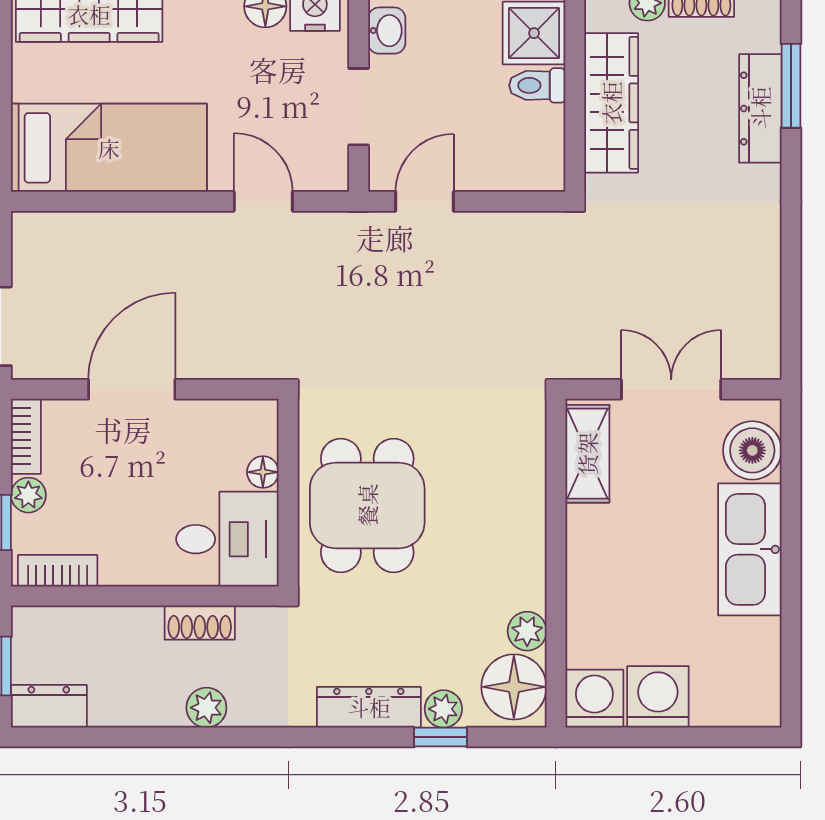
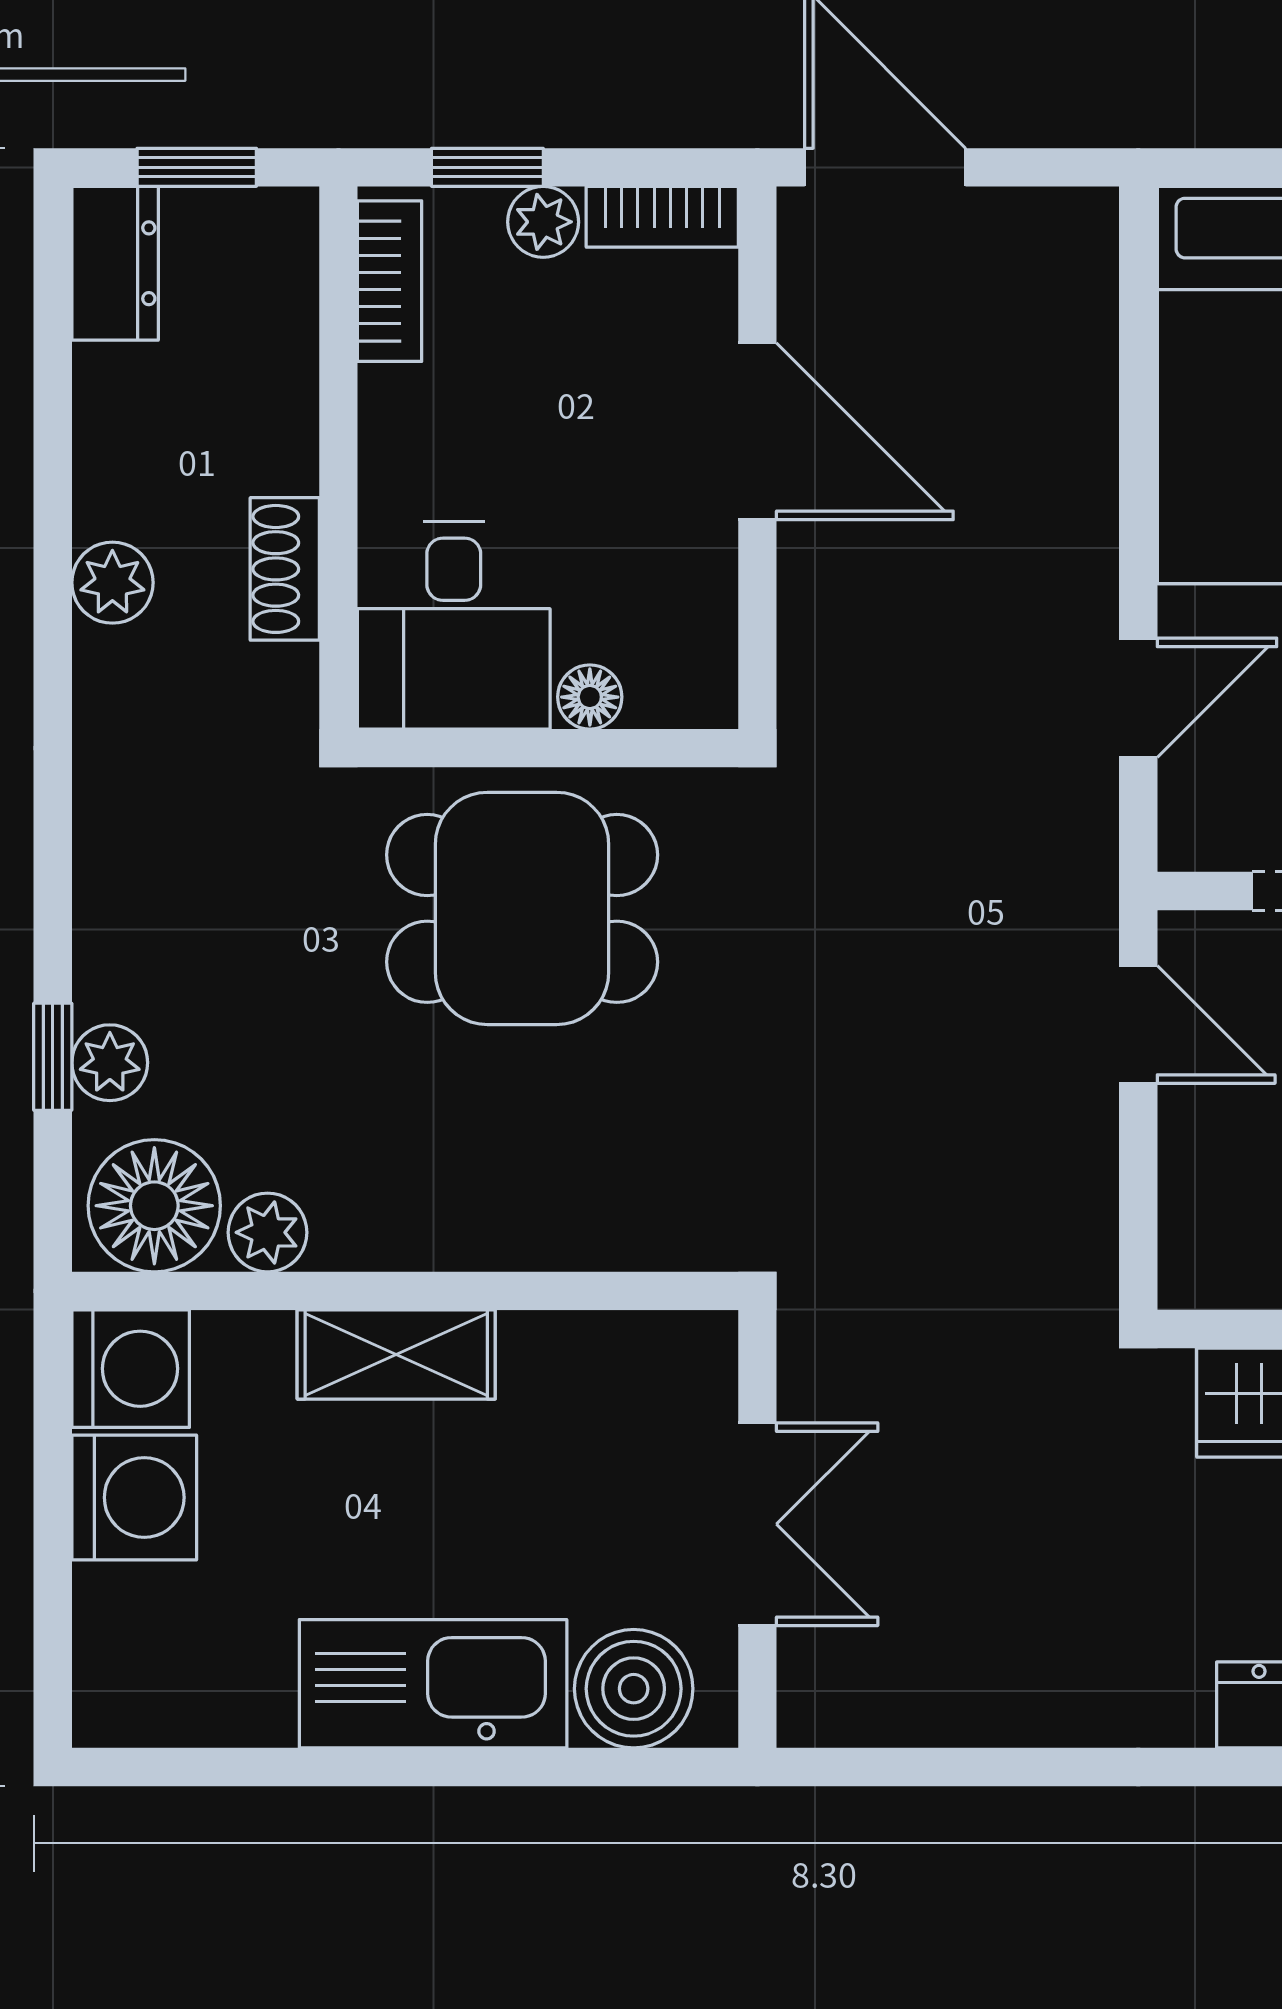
shelving: (587, 454) -> (396, 1354), moved
dresser: (369, 707) -> (113, 912), removed

